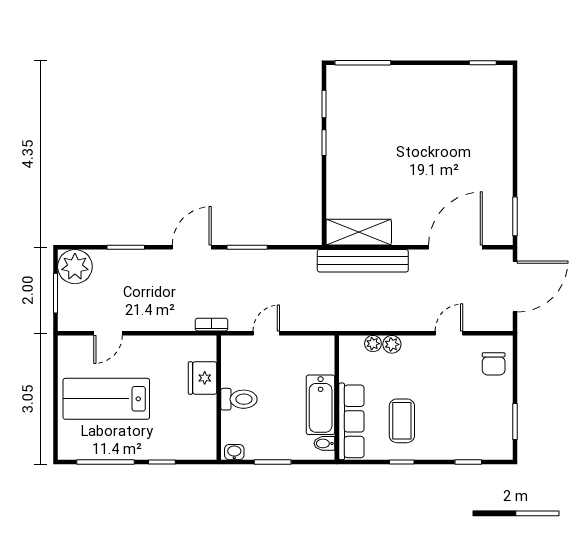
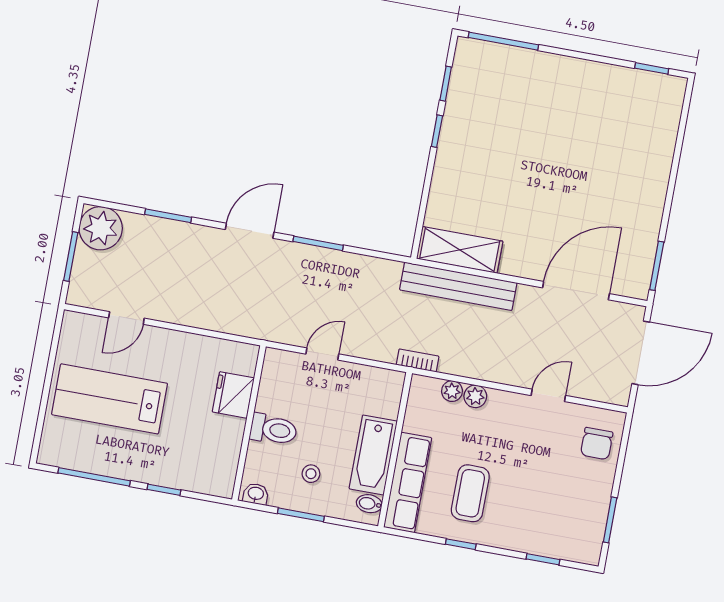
bookcase: (212, 325) -> (418, 360), moved
stool: (275, 428) -> (311, 474), added

